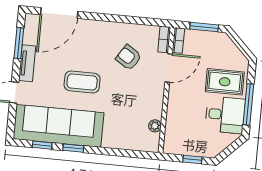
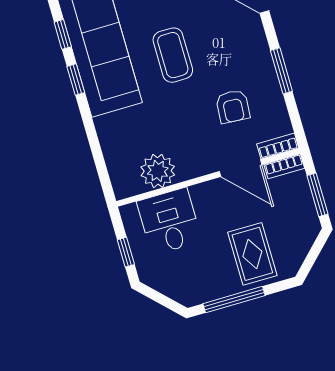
window: (119, 19) -> (281, 71), added
armchair: (129, 58) -> (233, 106), turned 151
desk: (225, 115) -> (169, 221), moved, turned 180
plant: (155, 126) -> (158, 171), width x1.88, depth x1.88

